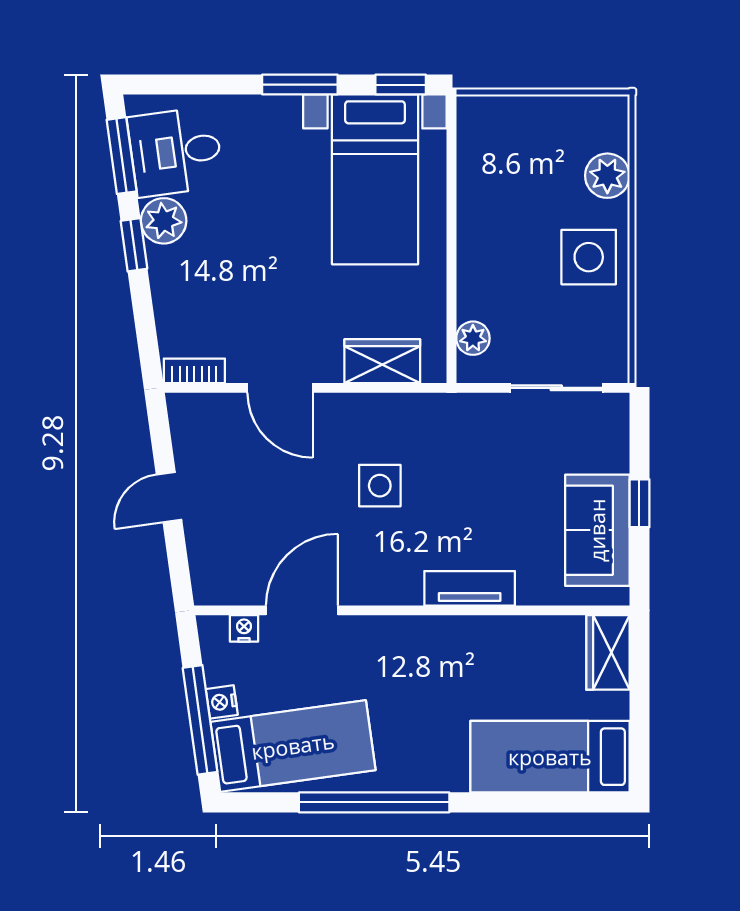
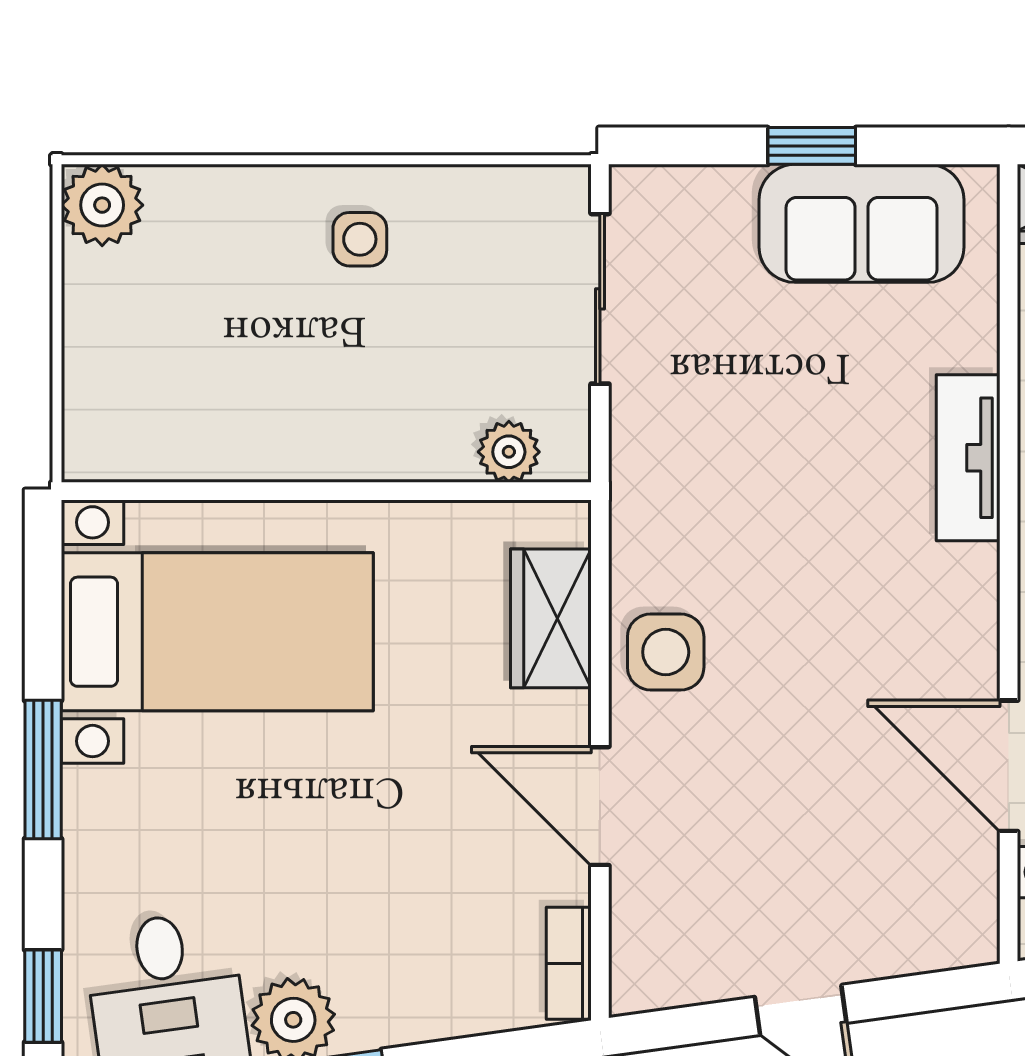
window: (401, 85) -> (43, 996), moved
plant: (607, 176) -> (102, 205), moved
side table: (589, 257) -> (360, 239), width x0.54, depth x0.54
door: (280, 388) -> (600, 806), swing flipped
side table: (380, 486) -> (666, 652), moved

